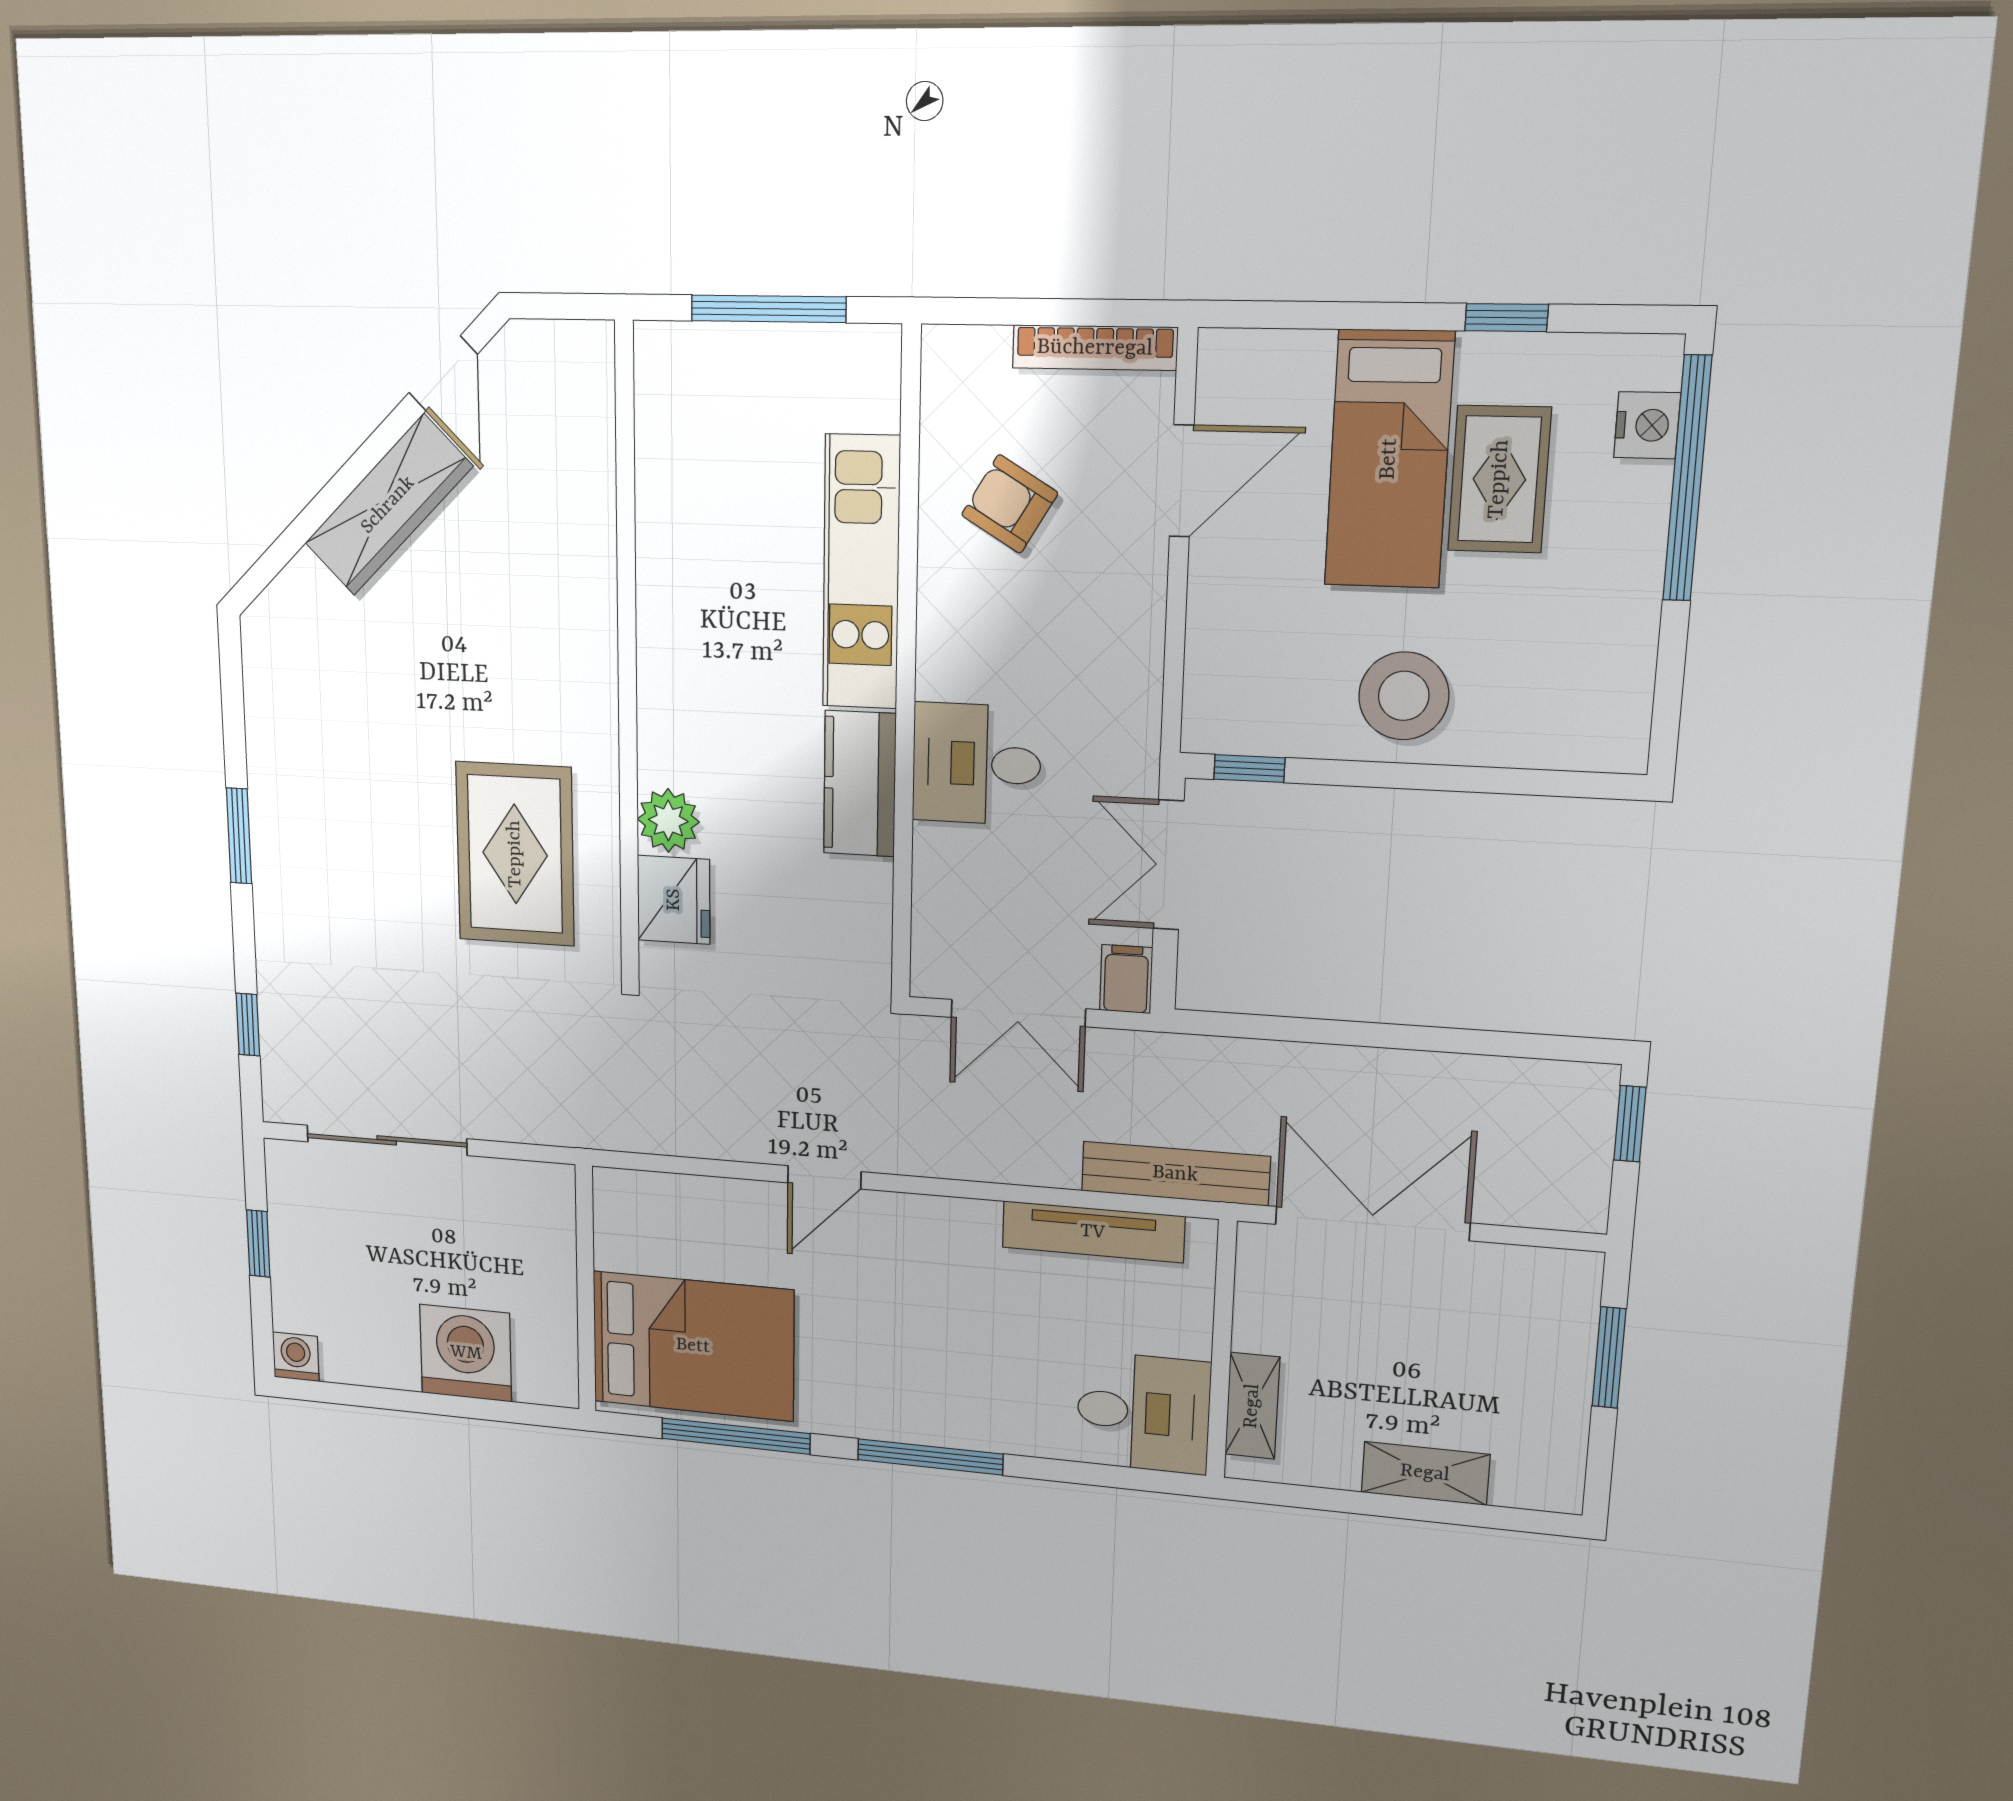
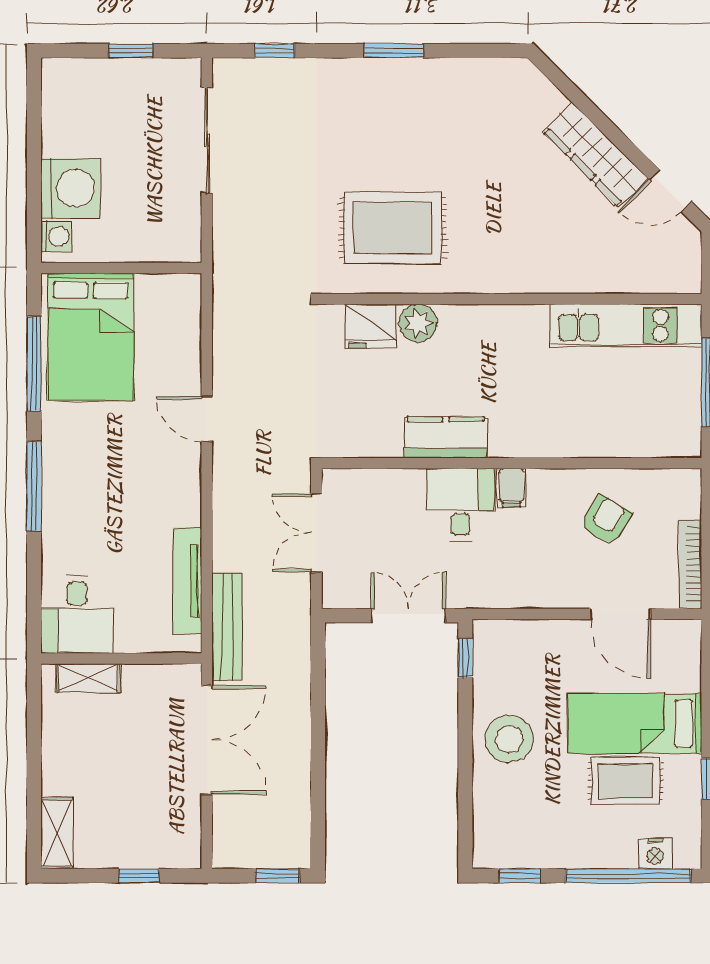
kitchen unit: (861, 572) -> (626, 325), moved, turned 180
window: (1669, 687) -> (520, 876), added
filing cabinet: (1126, 979) -> (511, 488), moved, turned 90
washing machine: (296, 1357) -> (56, 236), moved
window: (1609, 1358) -> (139, 876), width x0.67
shelving: (1425, 1473) -> (57, 833), moved

